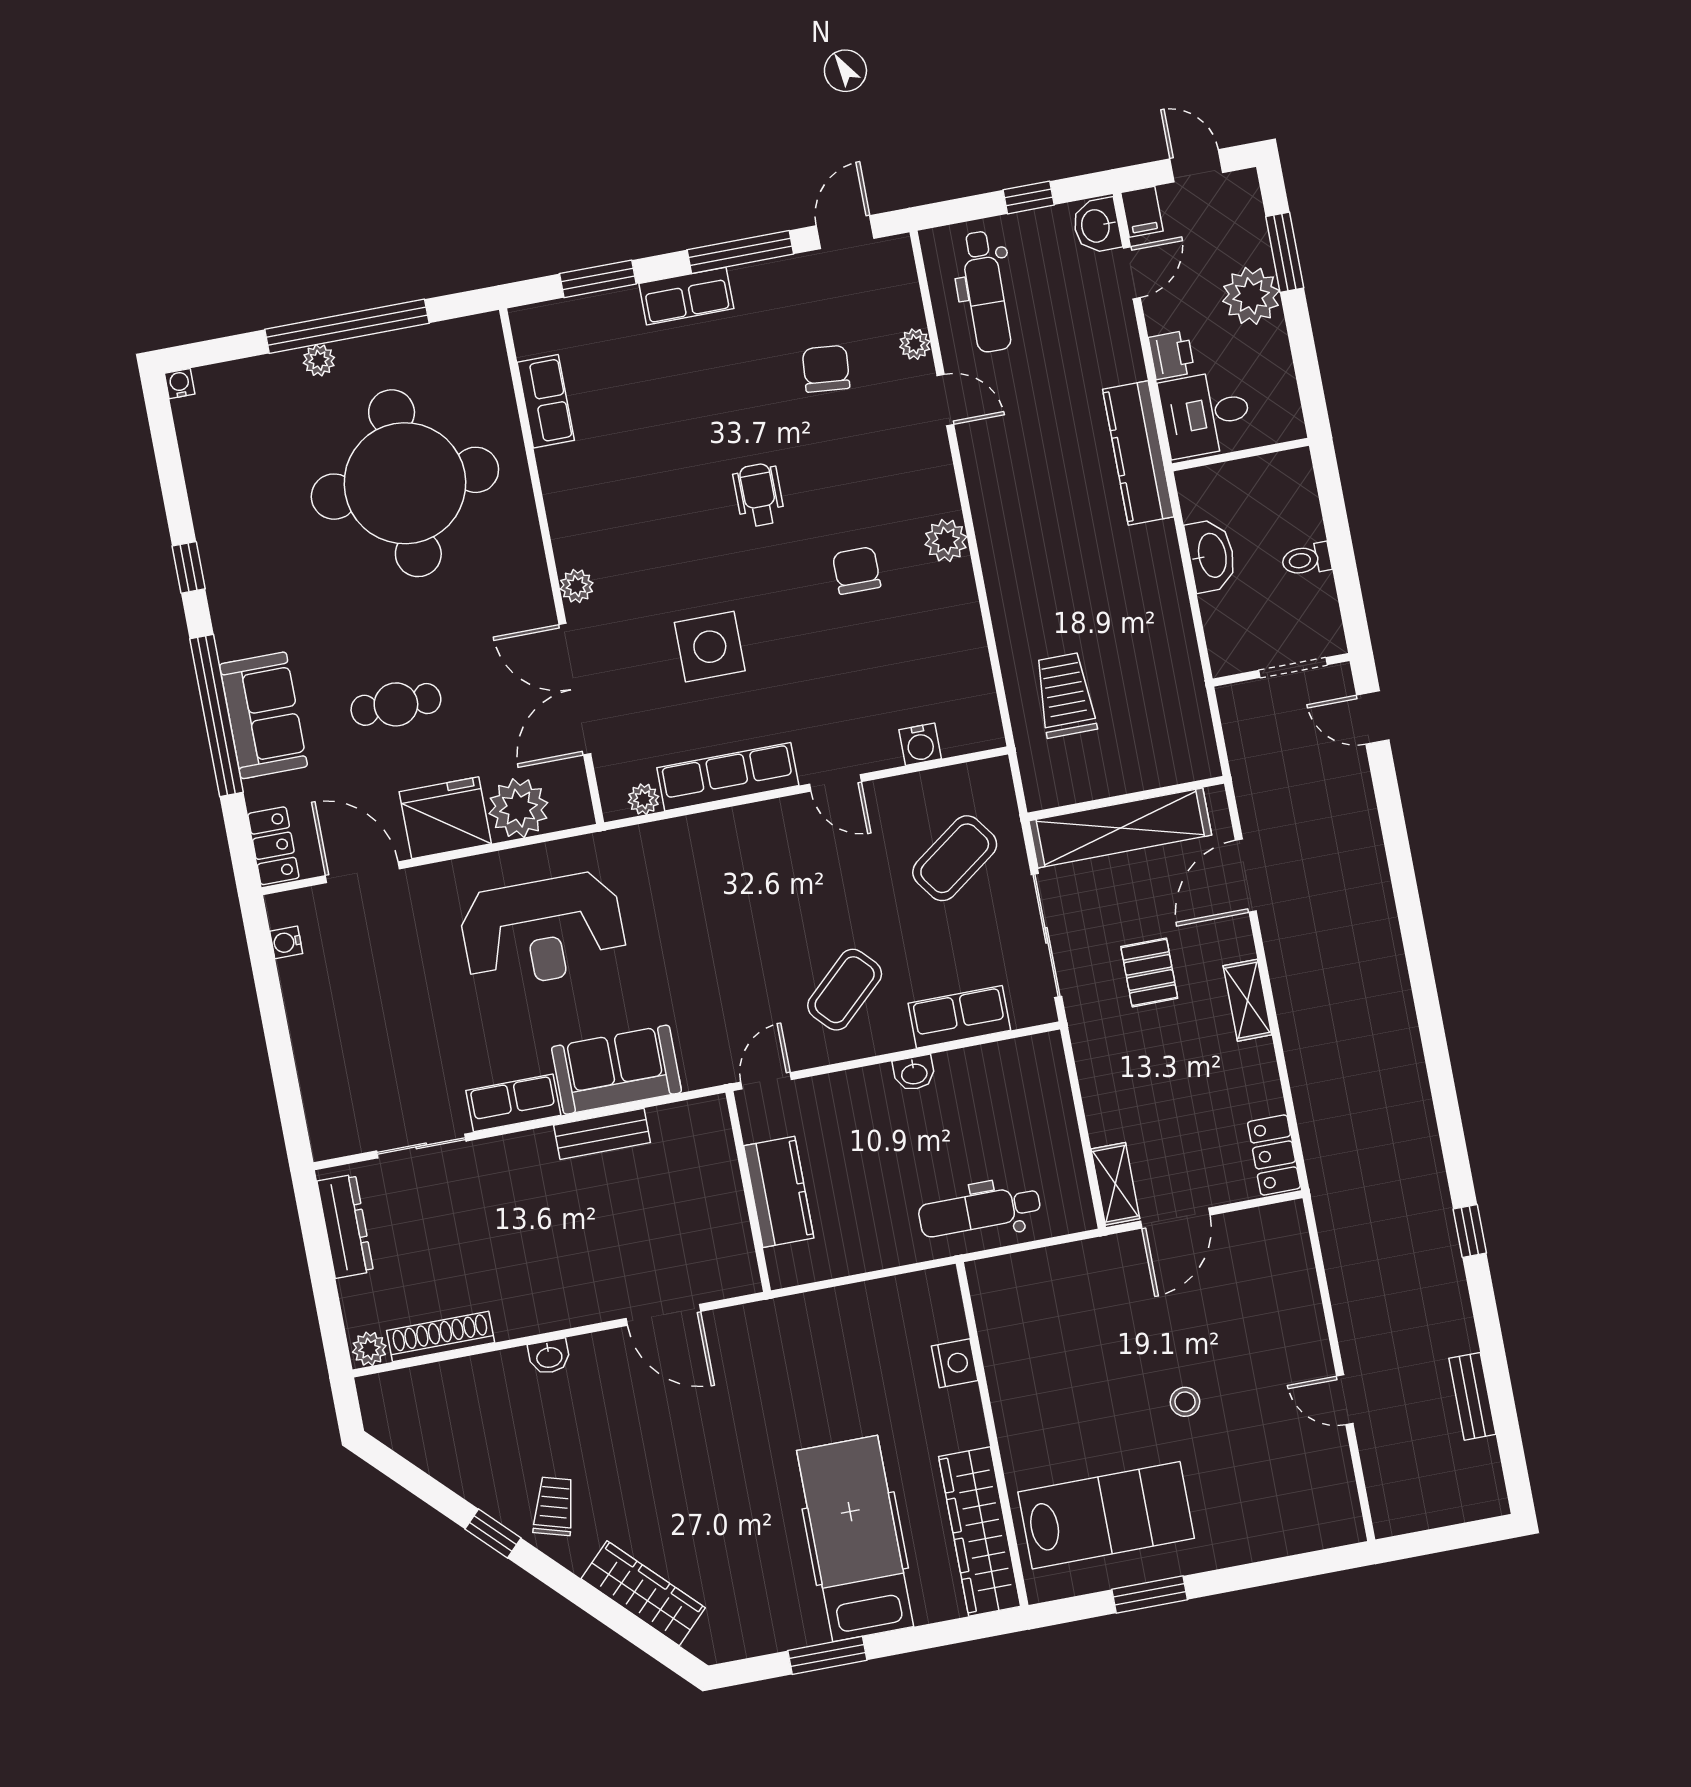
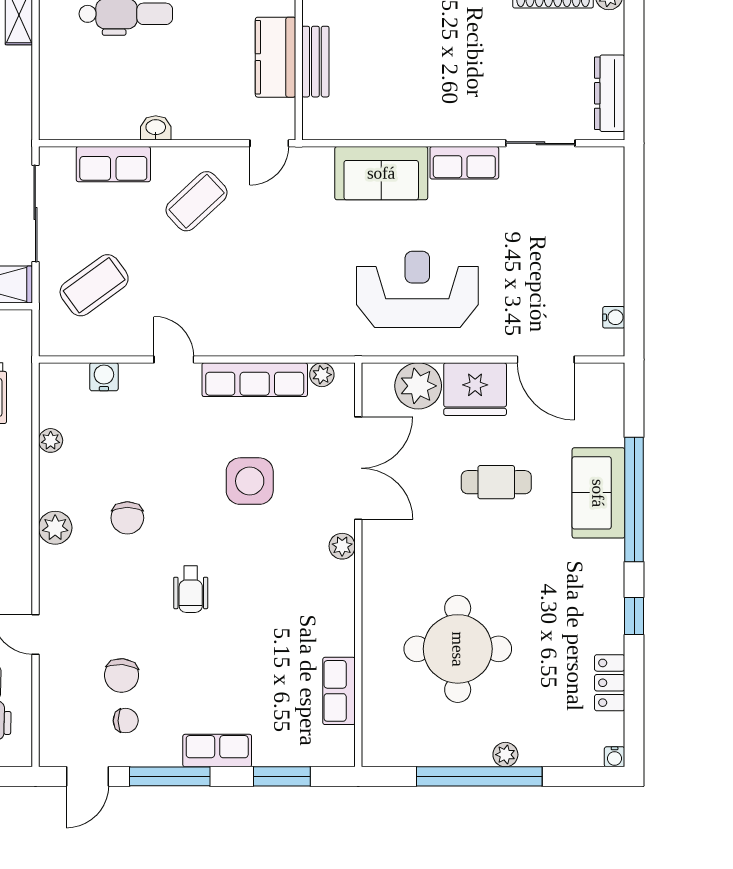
chair: (810, 312) -> (126, 721), added
plant: (915, 344) -> (51, 440), moved
round table: (405, 483) -> (458, 649), width x0.73, depth x0.73
locker: (273, 846) -> (610, 683), moved
bench: (602, 1134) -> (315, 62), moved, turned 90

